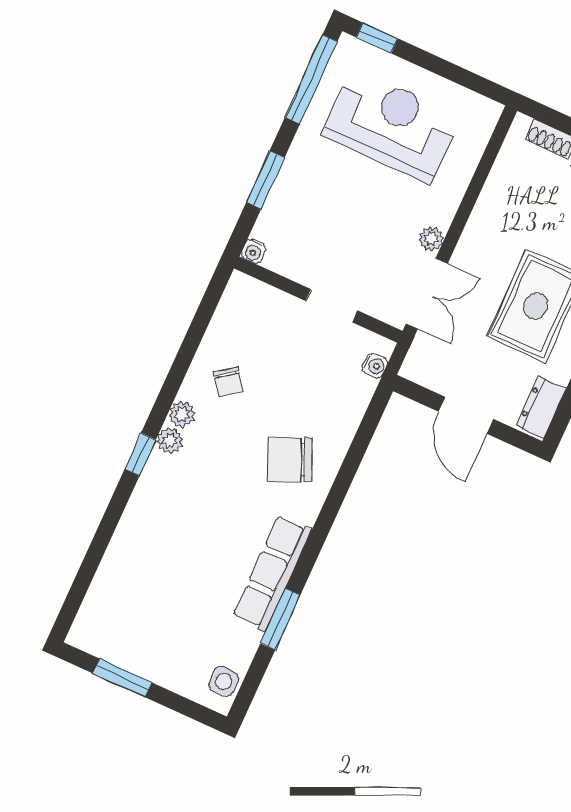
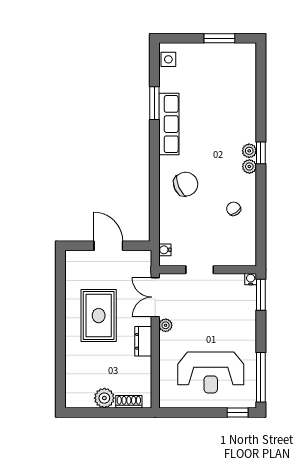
window: (265, 180) -> (261, 295), moved
dresser: (541, 407) -> (143, 341), moved, turned 180
plant: (182, 414) -> (249, 151), moved

